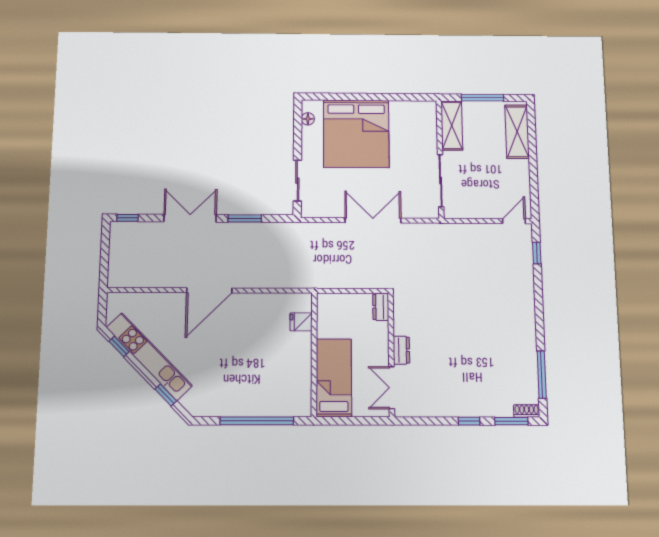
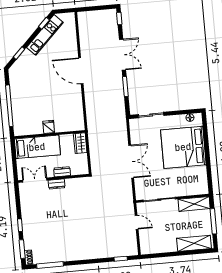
door: (514, 221) -> (137, 222), moved
wardrobe: (334, 303) -> (80, 143), added
dresser: (381, 307) -> (62, 172), moved
fridge: (301, 322) -> (49, 127), moved
kitchen unit: (149, 356) -> (45, 35), width x0.73

